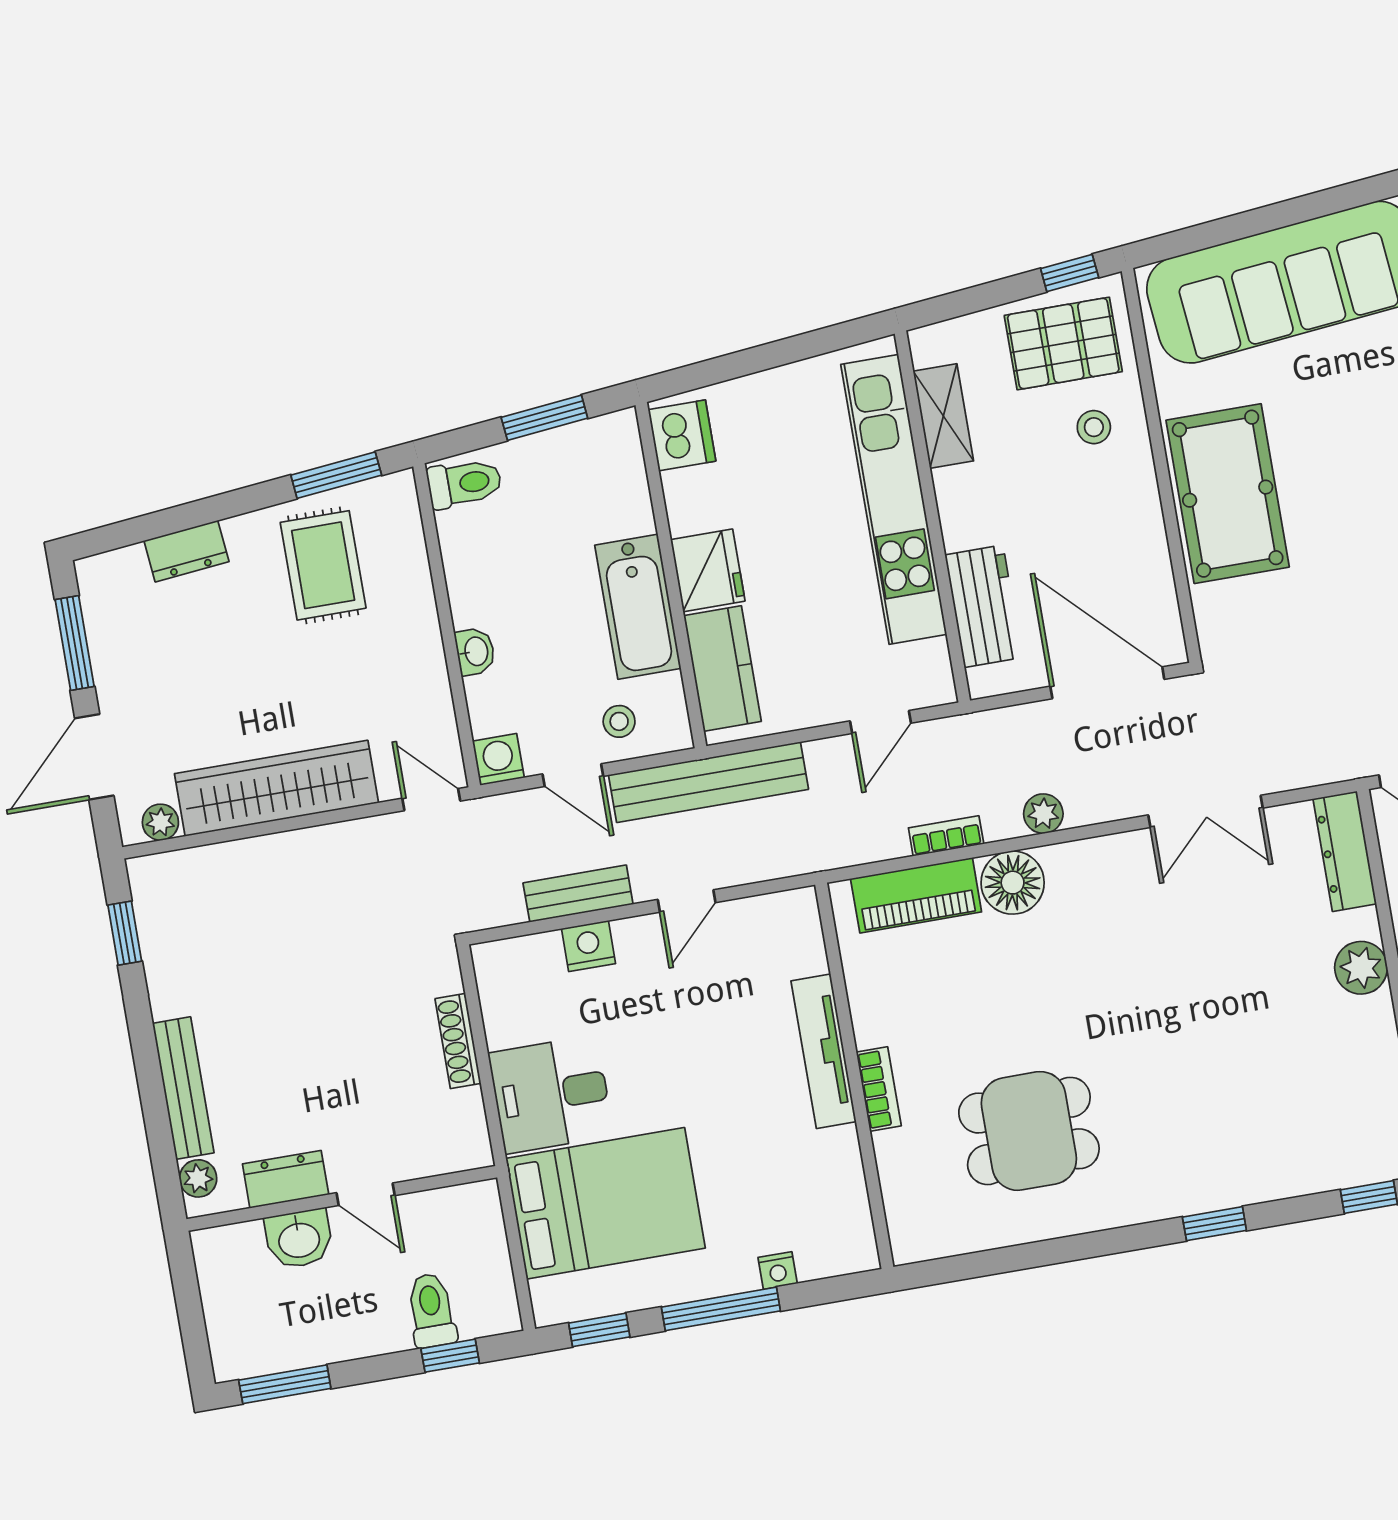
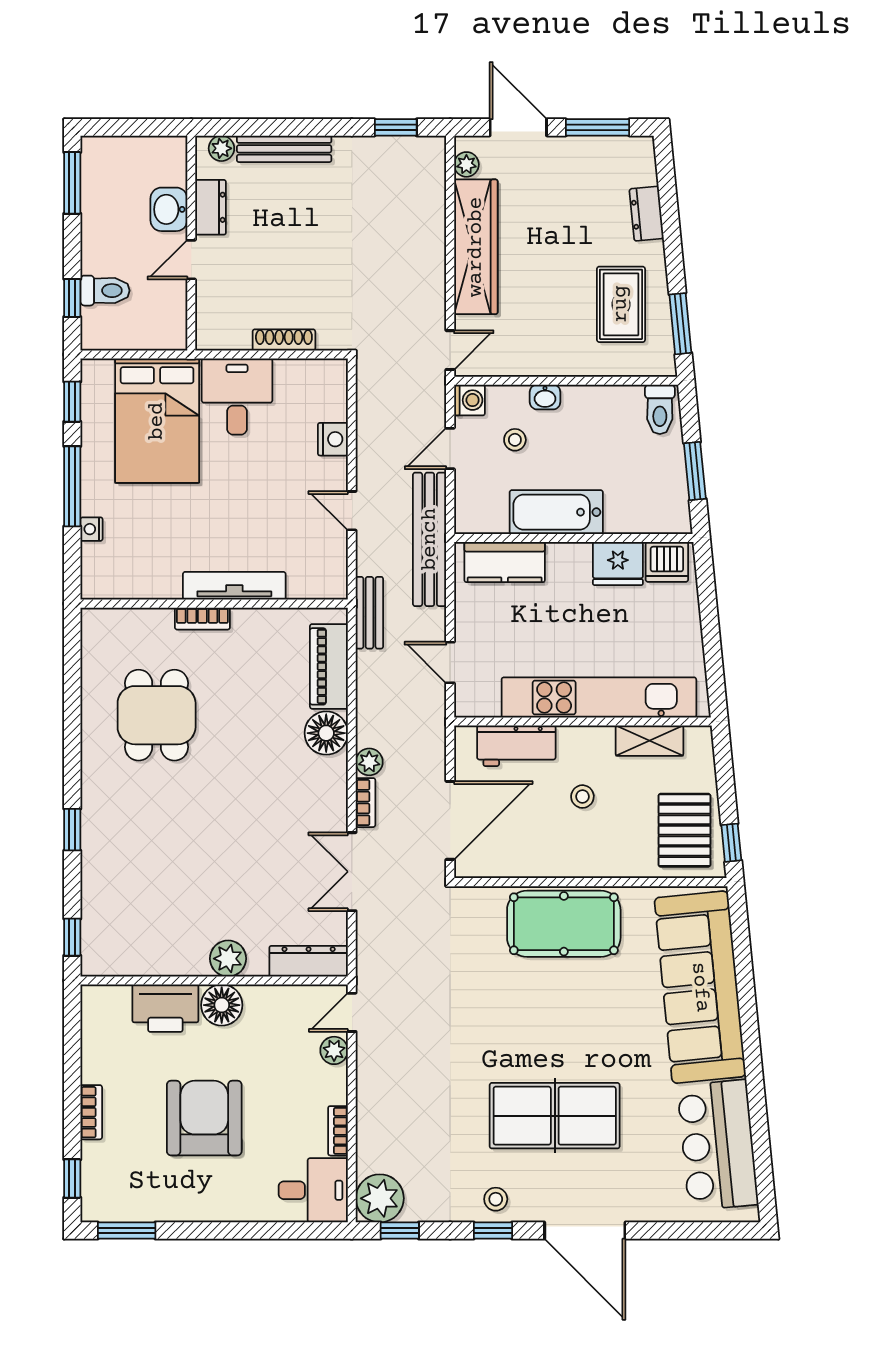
stool: (1094, 427) -> (582, 797), moved
rug: (323, 565) -> (621, 304), turned 90
fridge: (708, 570) -> (618, 564), moved
stool: (619, 721) -> (515, 440), moved
bookcase: (946, 836) -> (366, 803), moved
bench: (578, 894) -> (369, 613), moved

